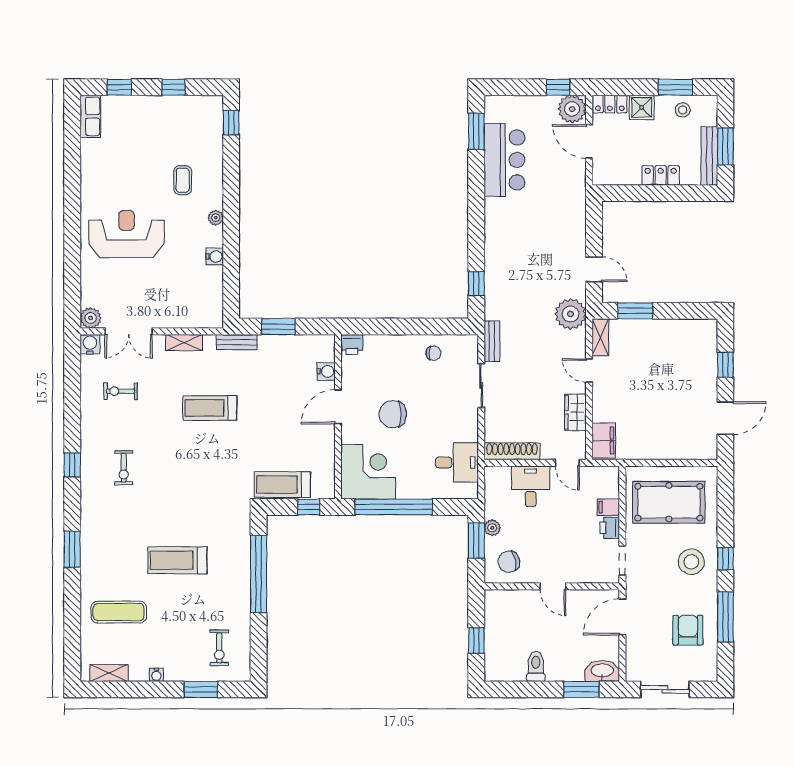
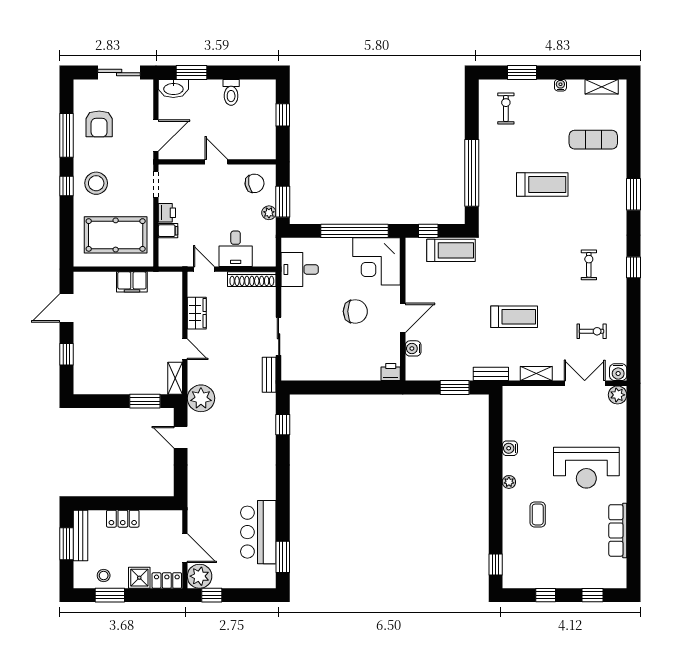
row of seats: (90, 116) -> (618, 530), moved, width x1.48
chair: (433, 353) -> (320, 364), removed
filing cabinet: (604, 440) -> (132, 282), moved, turned -90

